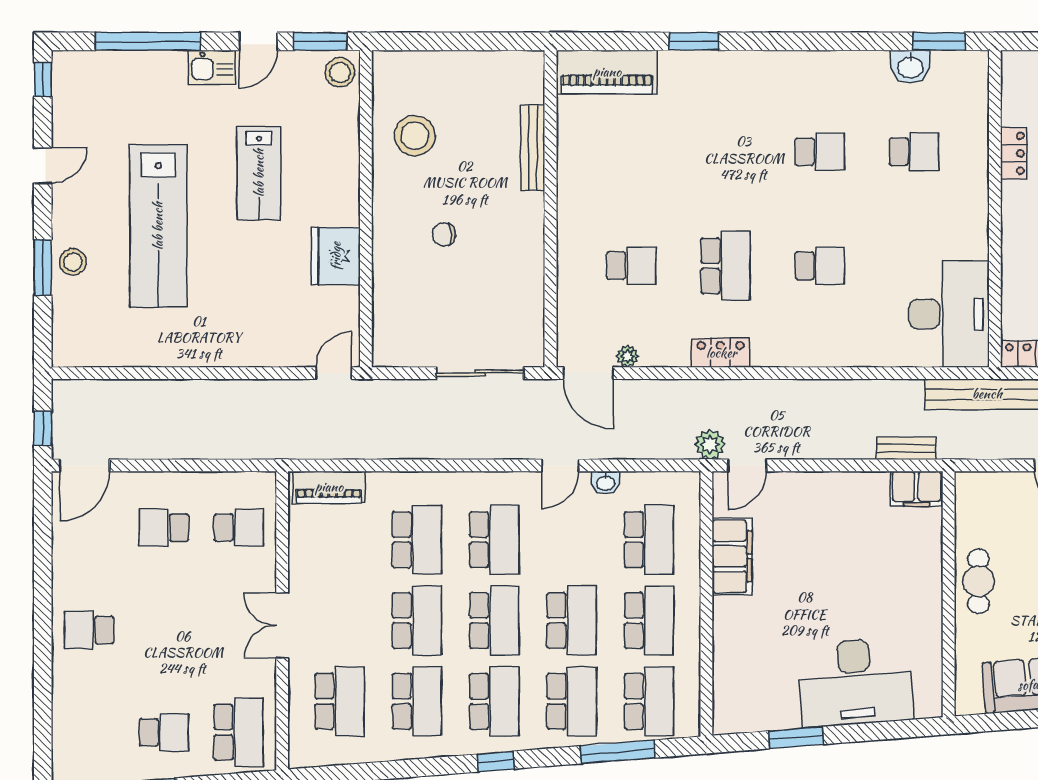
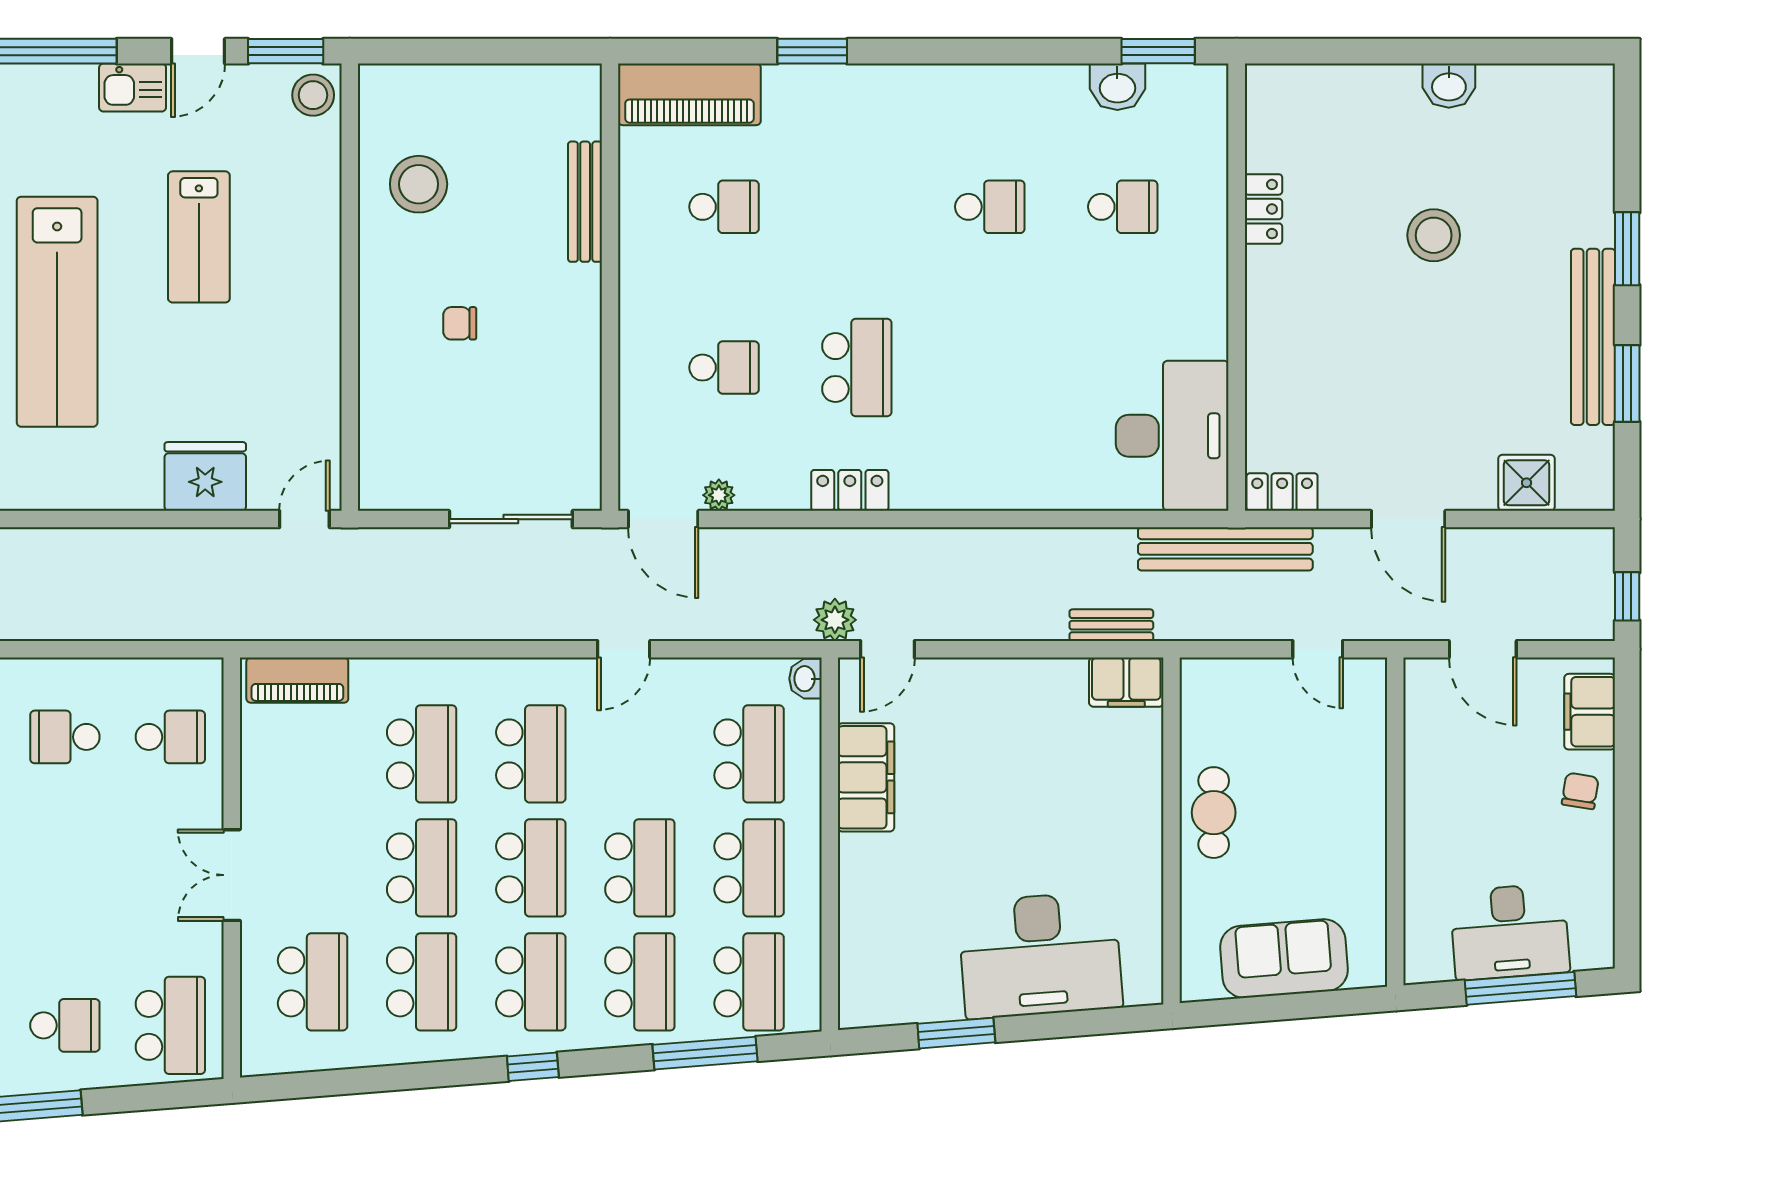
fridge: (336, 256) -> (205, 476), moved, turned 90
school desk: (820, 266) -> (724, 207), moved
washbasin: (606, 483) -> (806, 679), moved, turned 90

